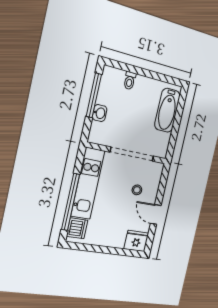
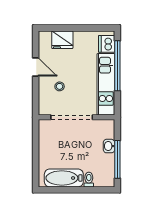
bathtub: (167, 110) -> (64, 178), moved, turned -90
fridge: (136, 241) -> (62, 40), moved

